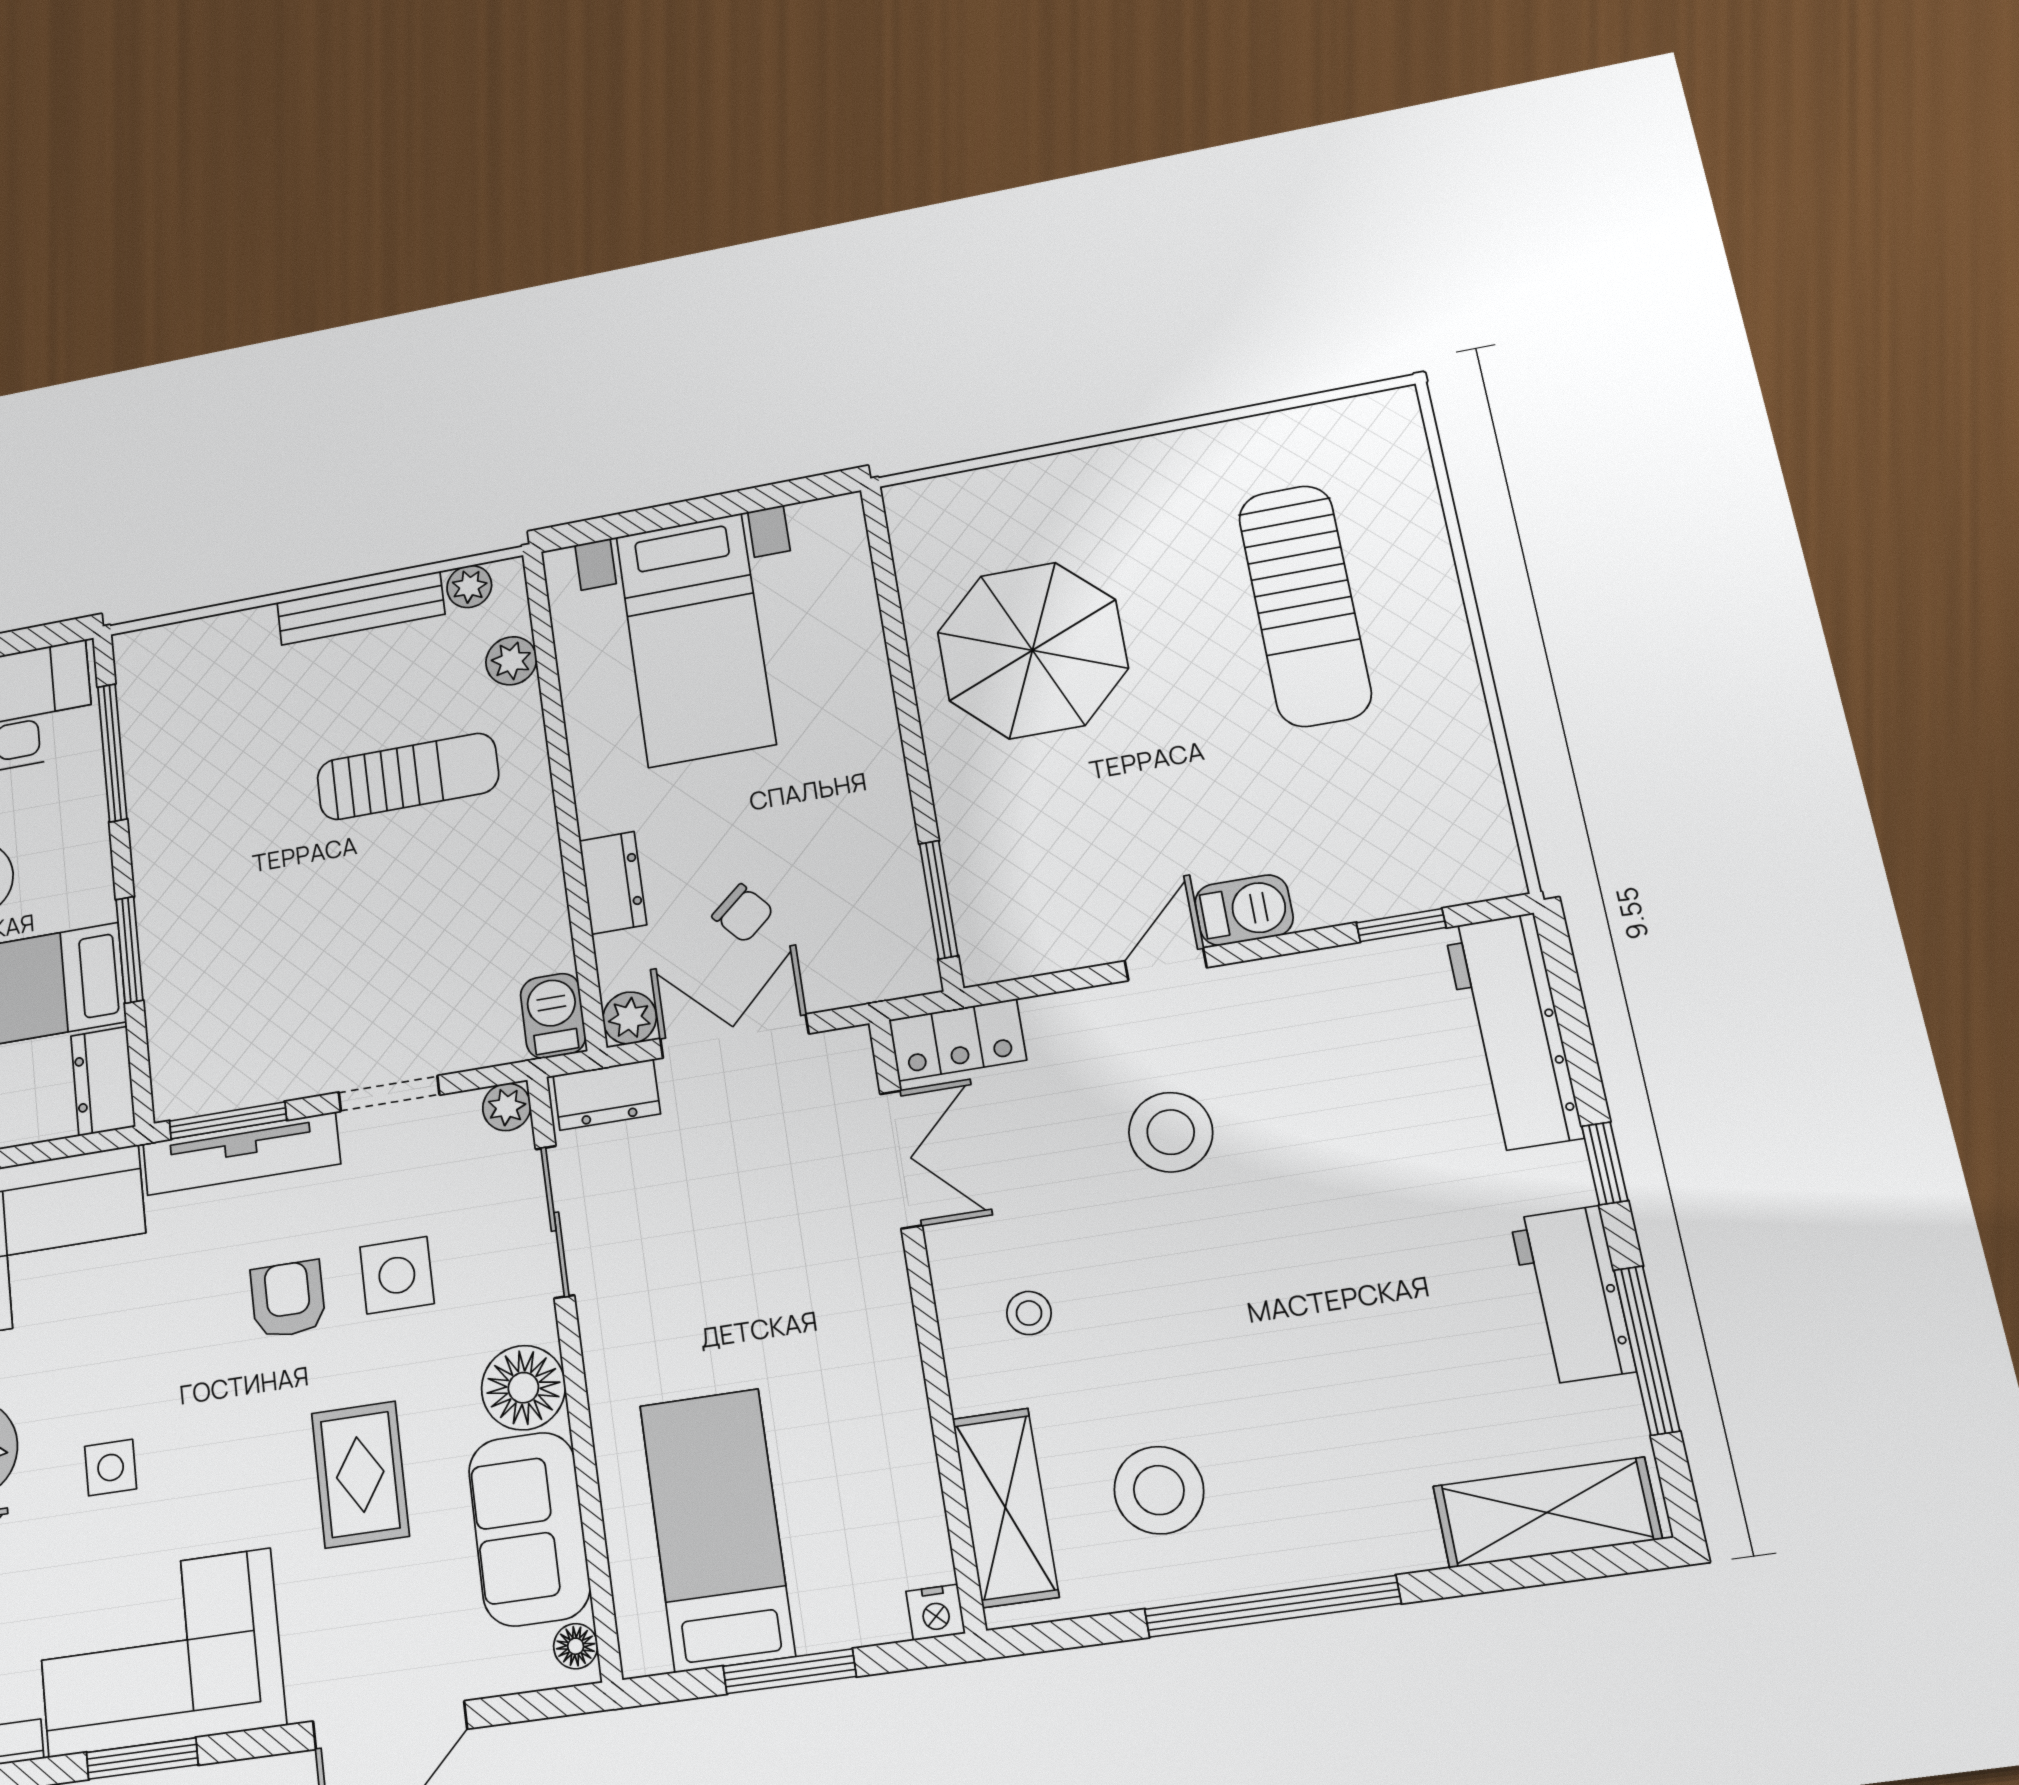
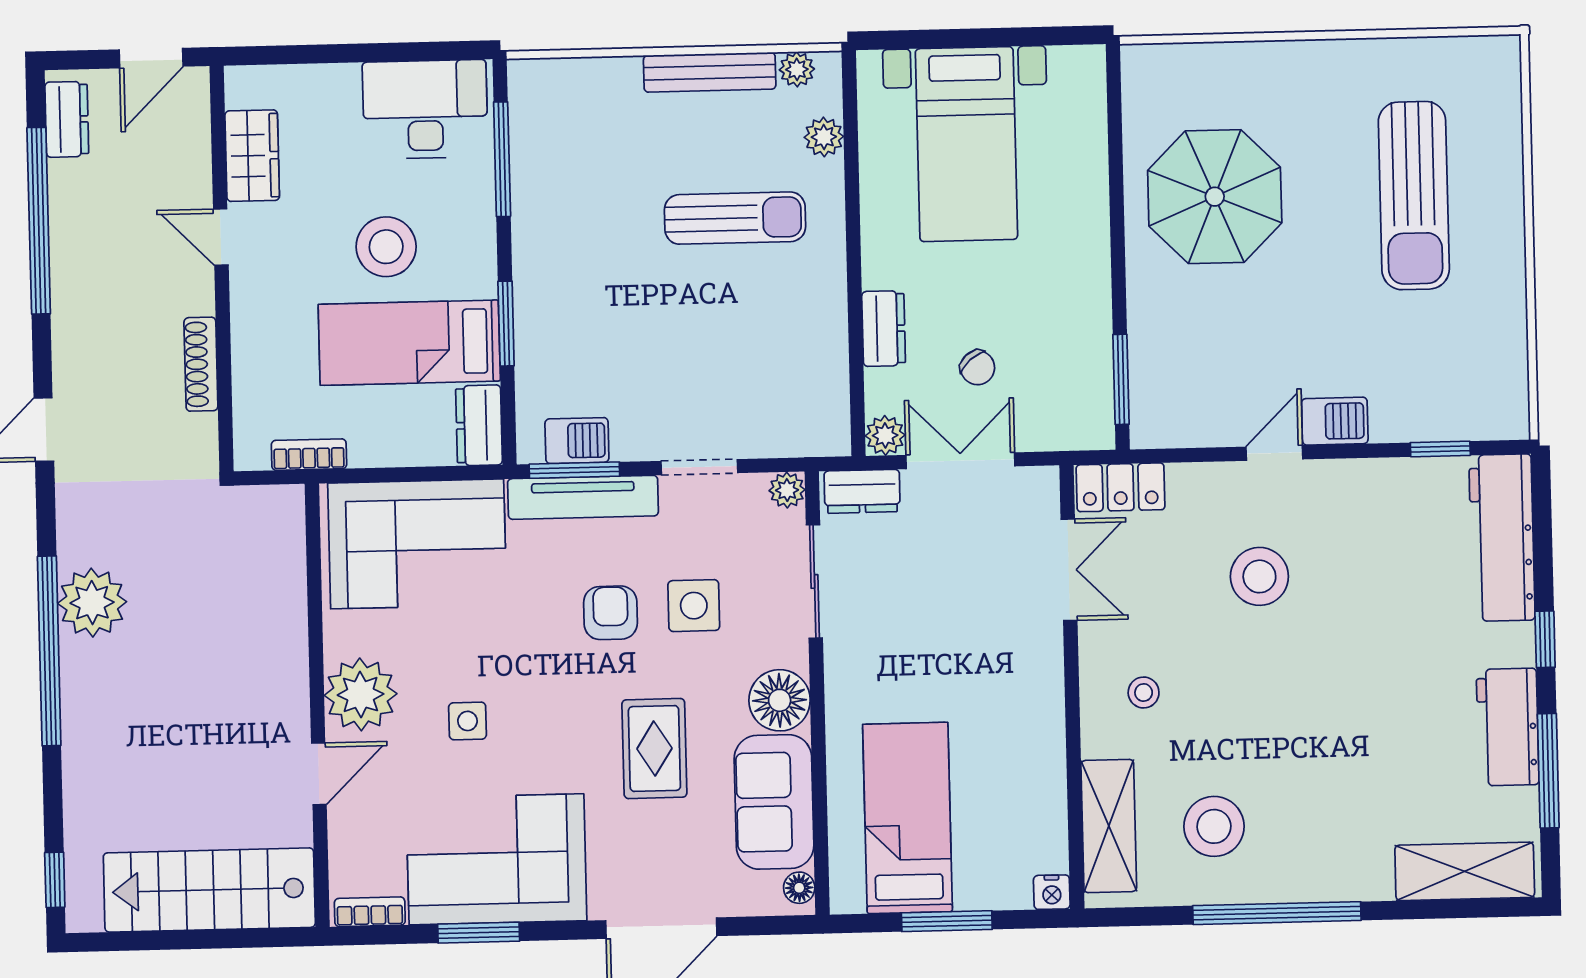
barbecue: (553, 1016) -> (577, 441), moved, turned 90

